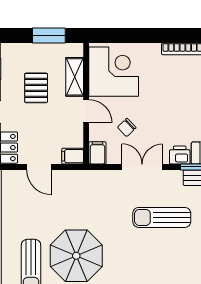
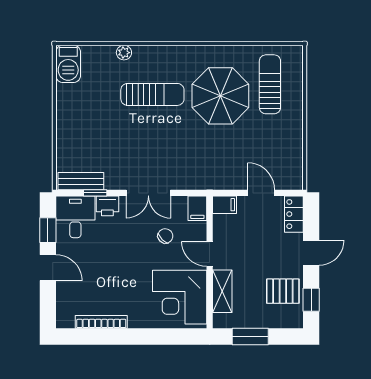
pallet: (36, 88) -> (283, 291), moved, turned 90
sun lounger: (162, 217) -> (152, 94), moved

